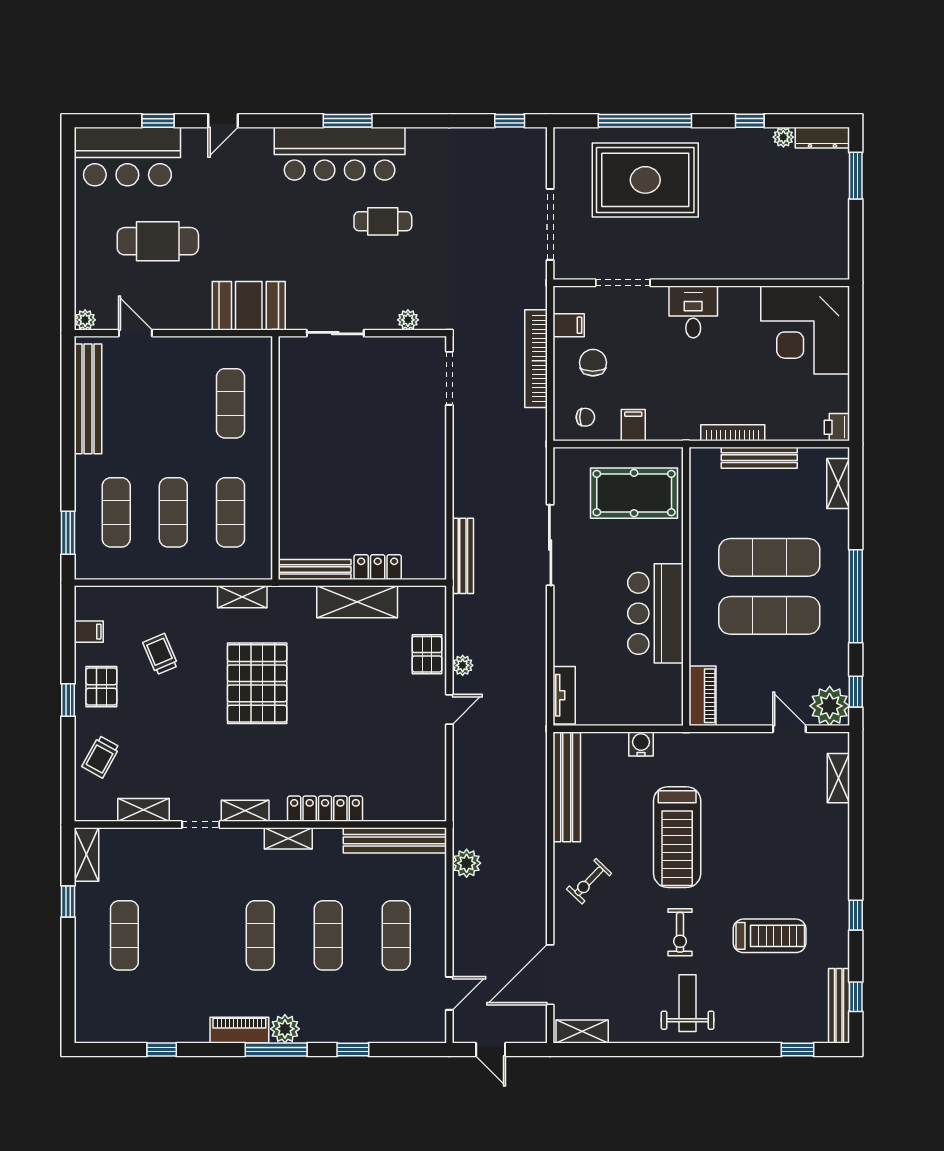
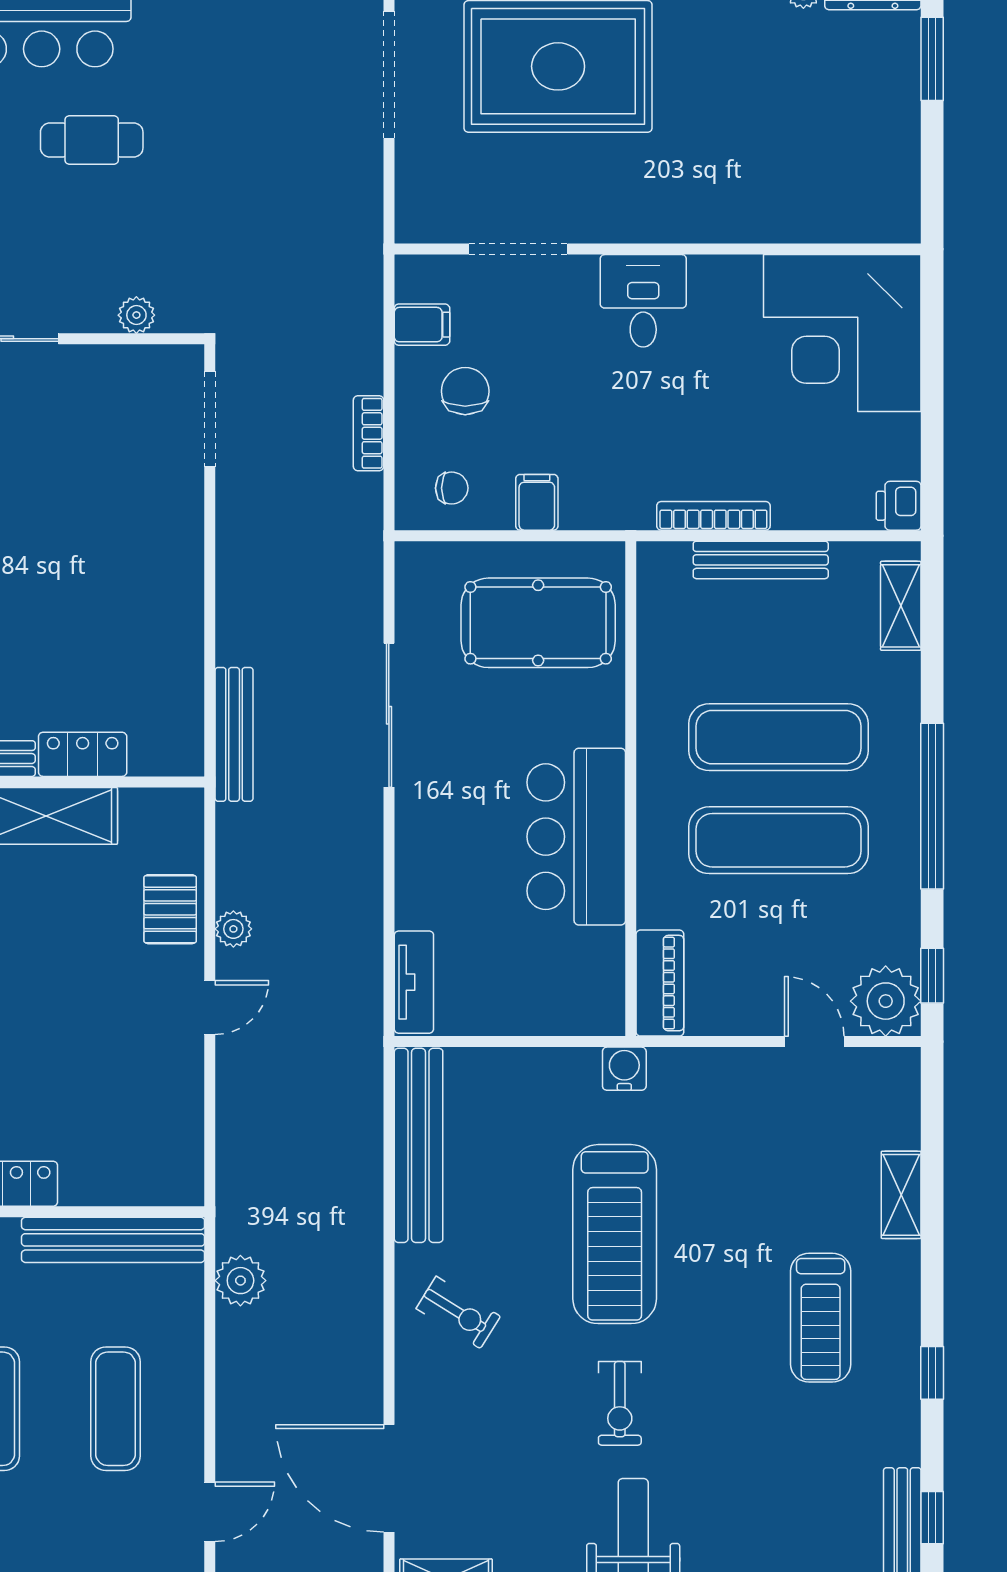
doorway: (550, 224) -> (389, 75), moved
bookcase: (536, 359) -> (369, 433), width x0.43, depth x0.76
water cooler: (641, 744) -> (624, 1069), moved
shelving: (838, 778) -> (901, 1195), moved
exercise bike: (589, 881) -> (458, 1312), turned -102
treadmill: (770, 936) -> (821, 1318), moved, turned 90
door: (550, 975) -> (389, 1478), hinge flipped

